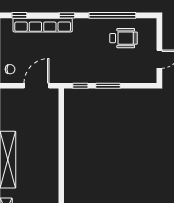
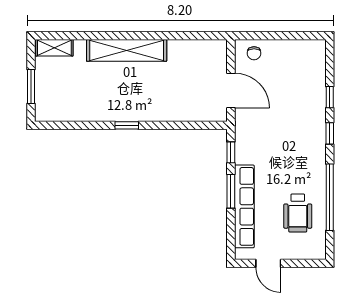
window: (19, 15) -> (330, 97), moved
row of seats: (43, 25) -> (244, 206), moved, turned 180
window: (61, 160) -> (127, 125), added

